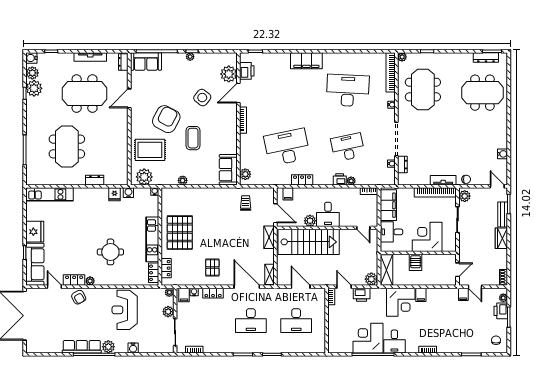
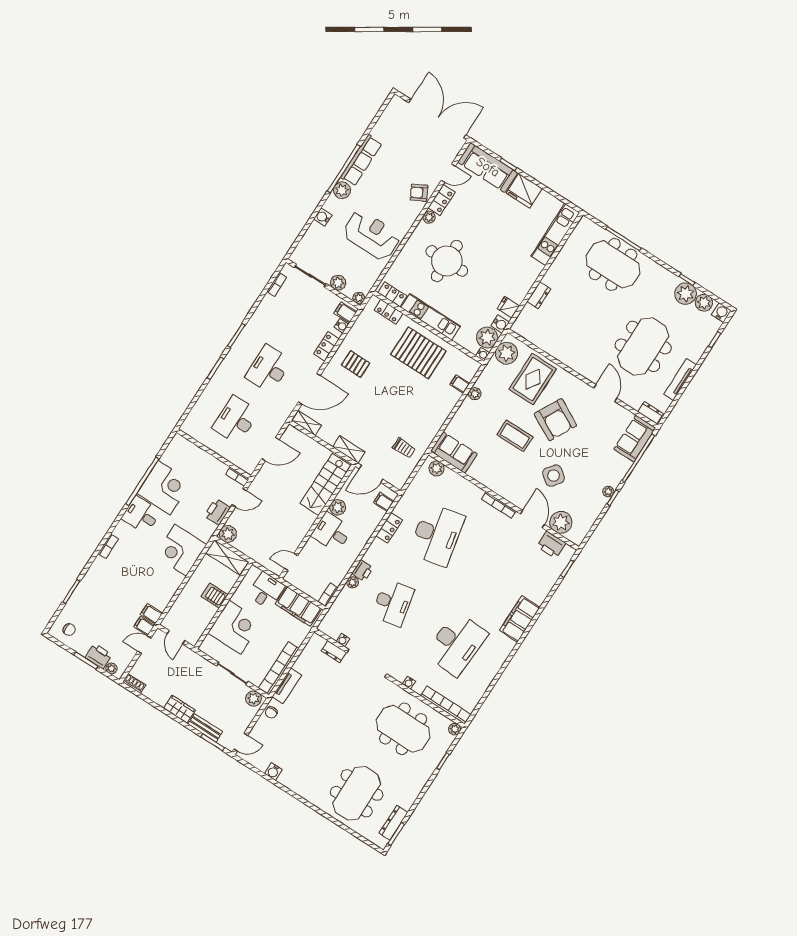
meeting table: (67, 146) -> (613, 264), moved
filing cabinet: (183, 194) -> (460, 384), added
plant: (142, 196) -> (487, 337), added
stairs: (309, 242) -> (326, 485), width x0.73, depth x0.66
round table: (110, 252) -> (447, 261), width x1.36, depth x1.36
filing cabinet: (421, 295) -> (151, 614), moved

